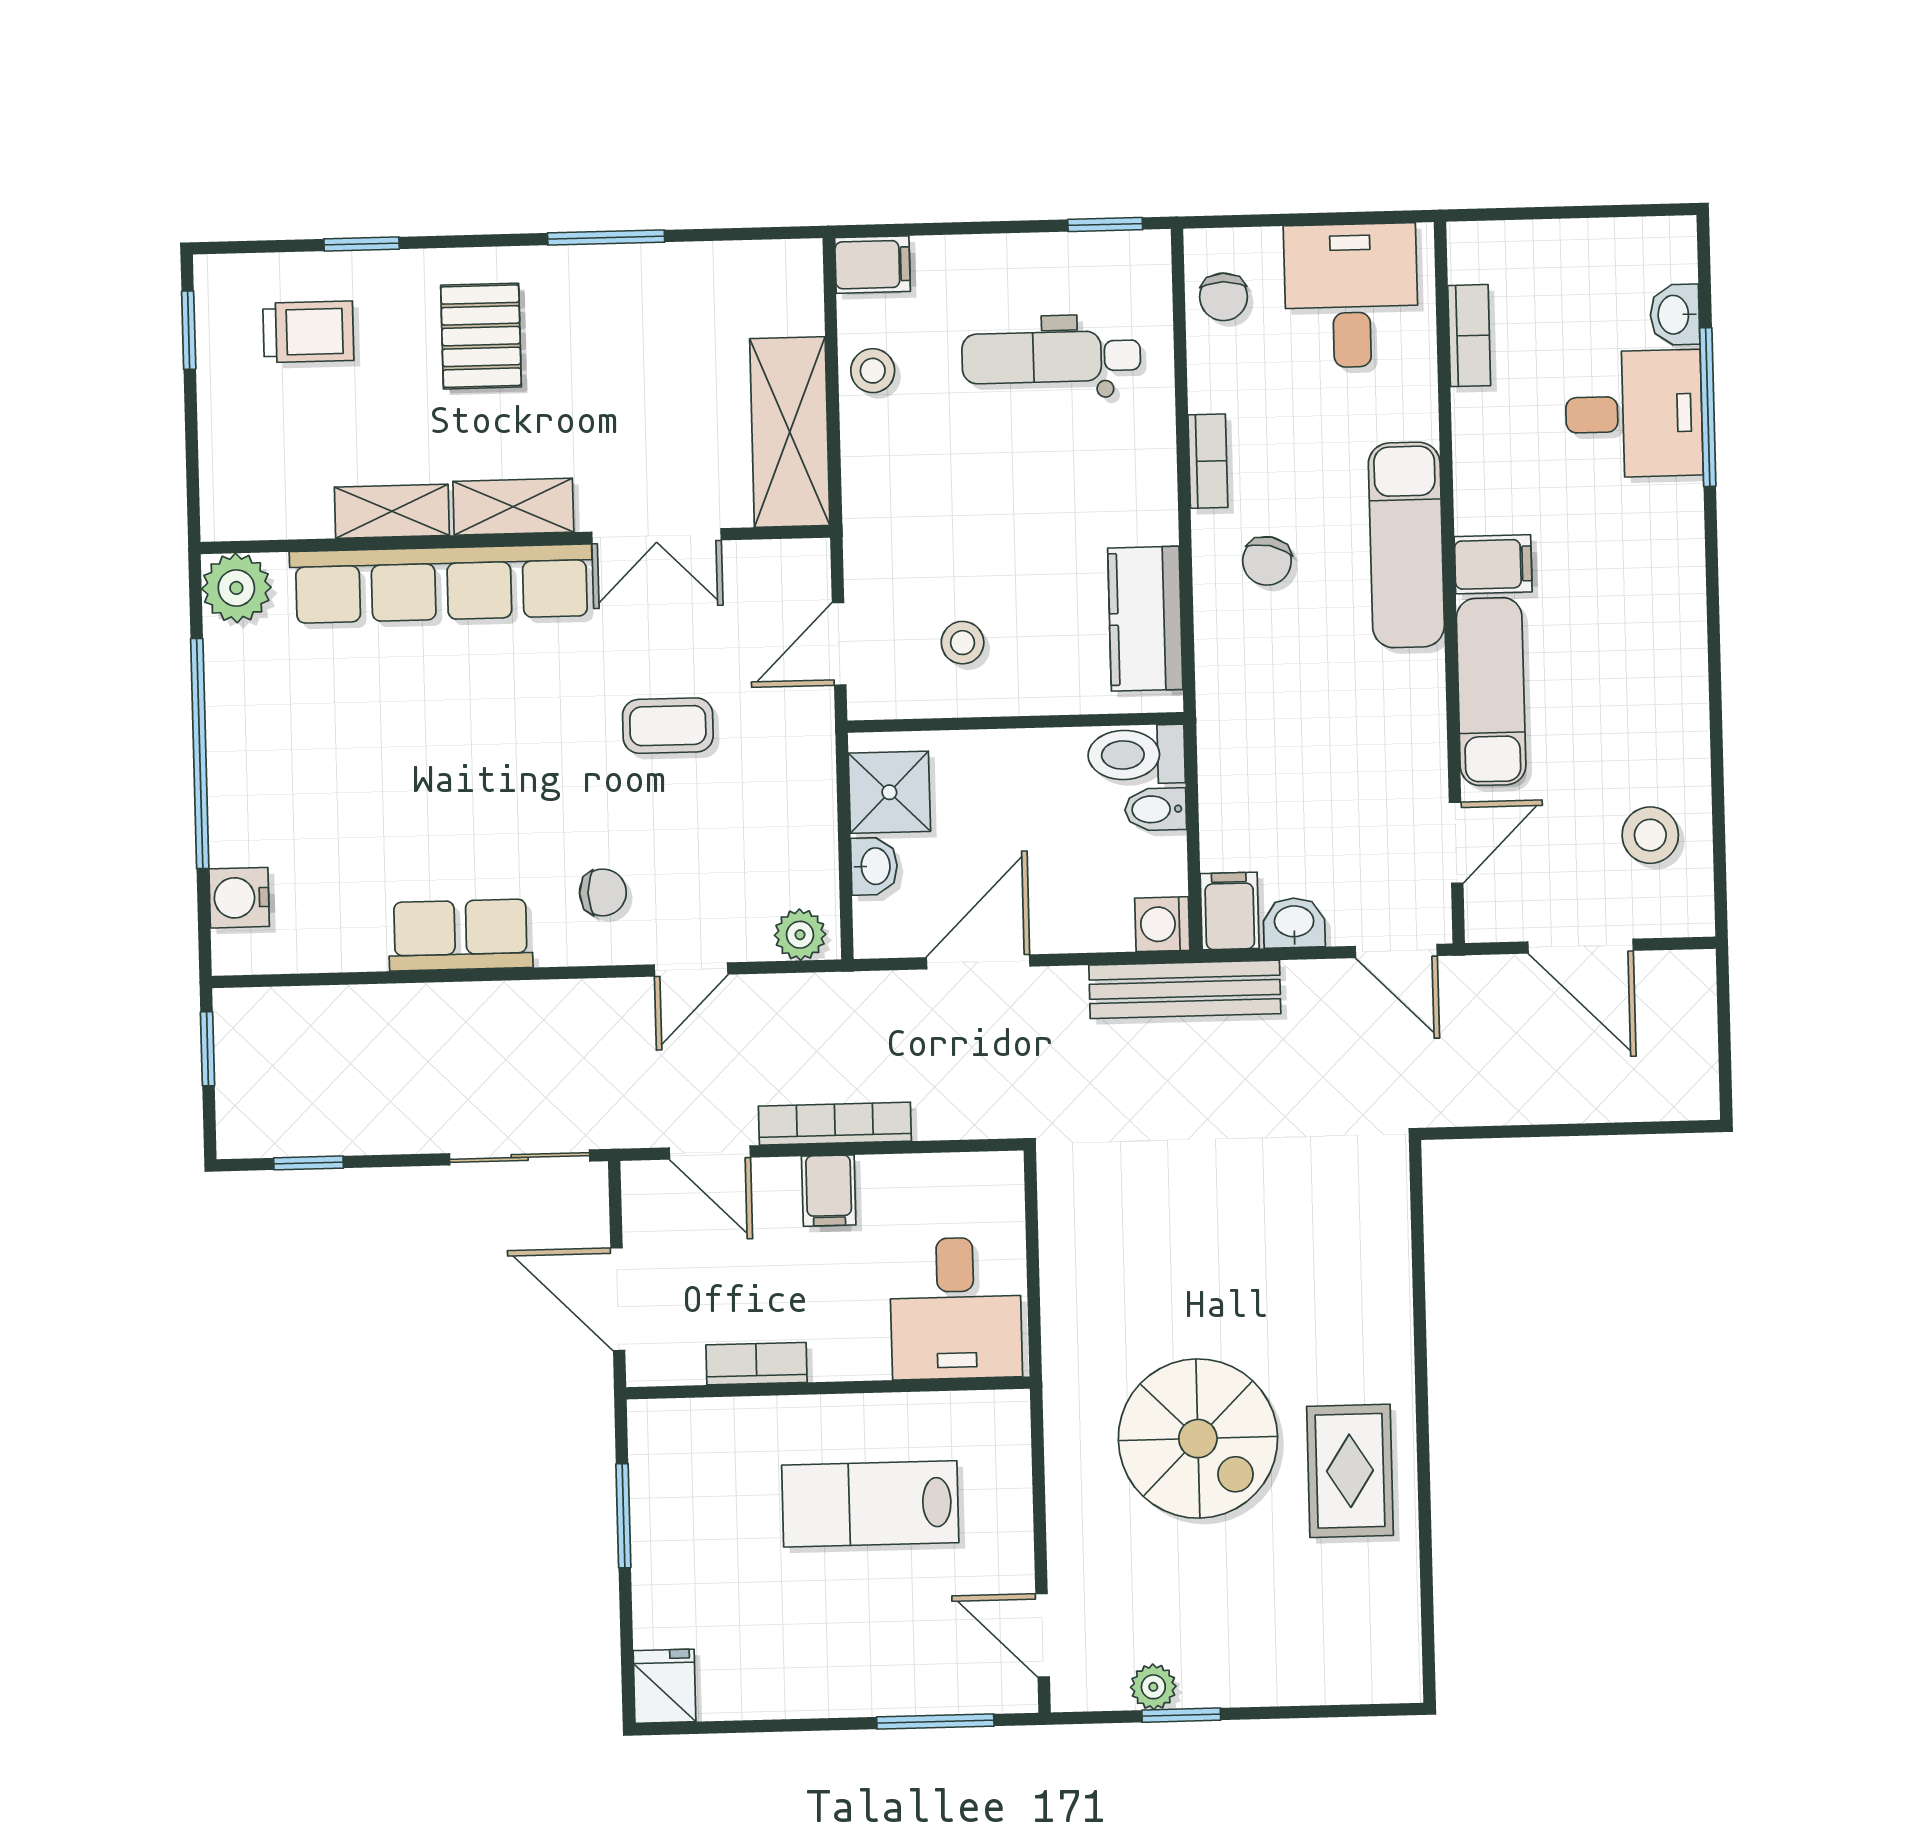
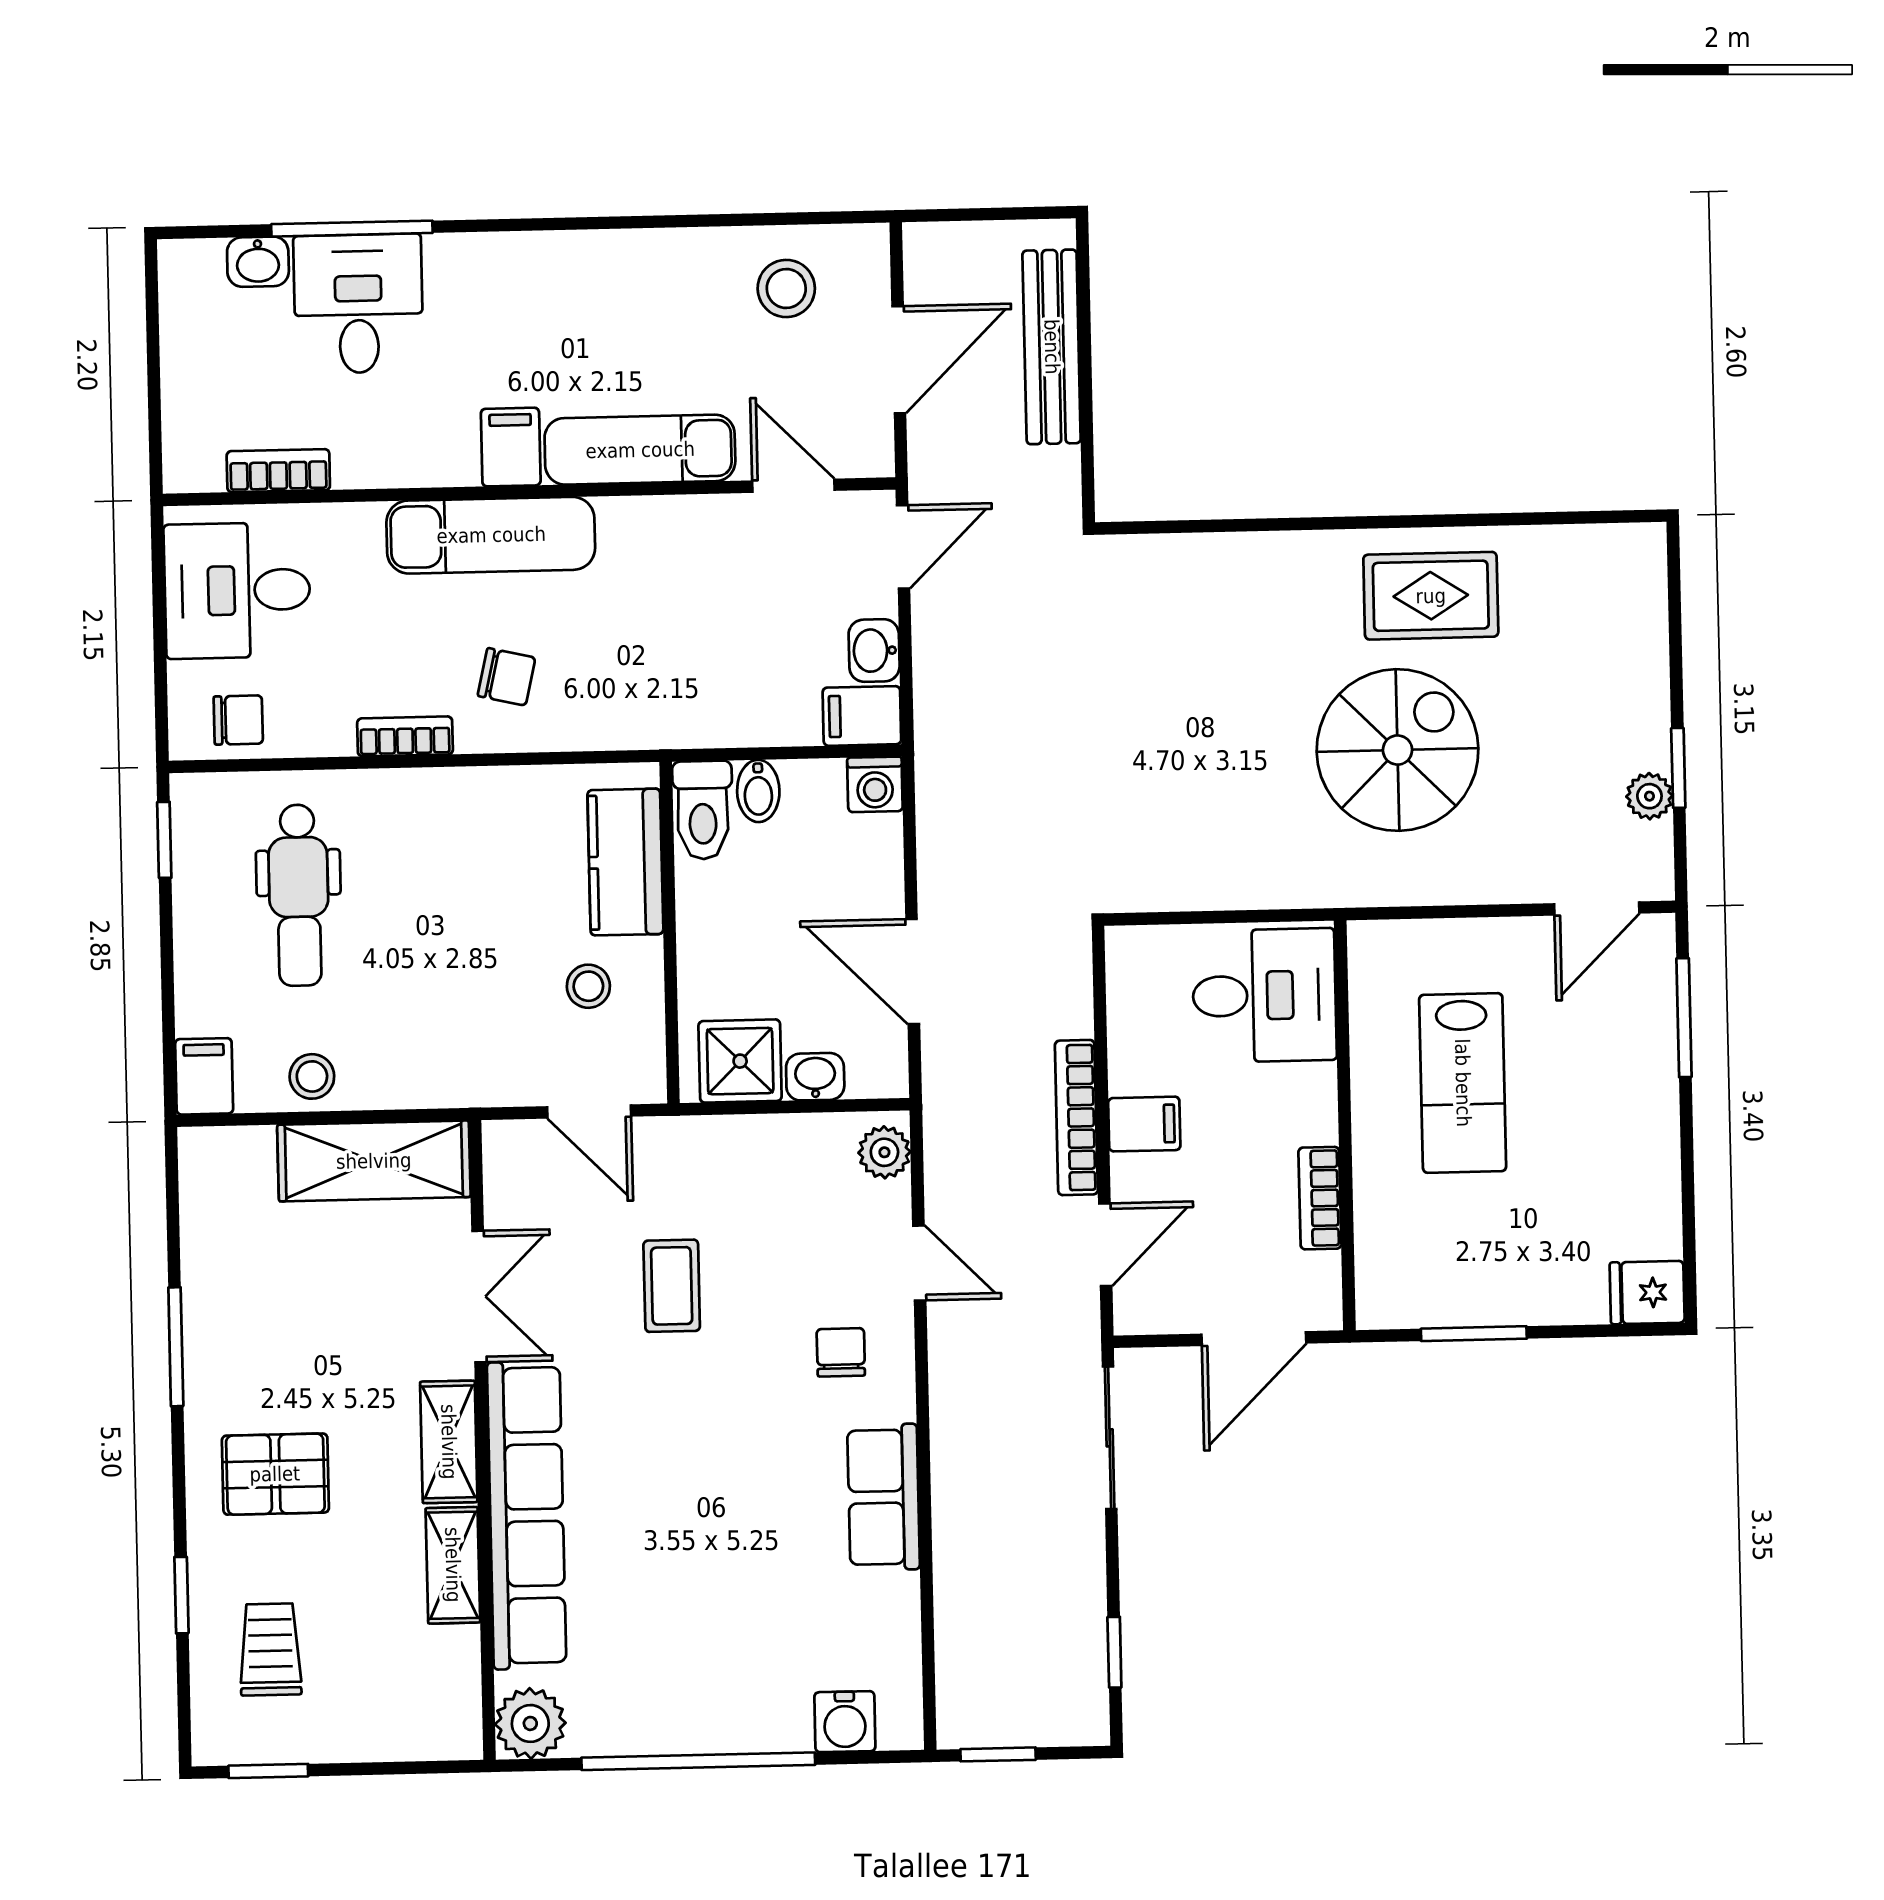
kitchen counter: (1145, 619) -> (625, 862), moved, turned 90
bench: (1185, 989) -> (1052, 347), moved

